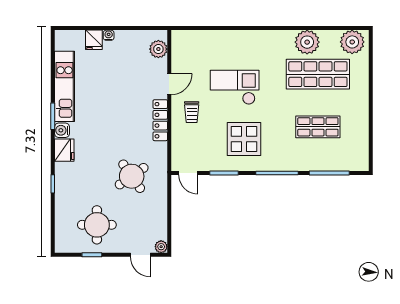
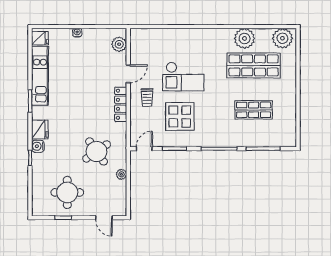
fridge: (94, 40) -> (40, 38), moved, turned -90
checkout: (235, 87) -> (183, 77), turned 180
water cooler: (62, 130) -> (38, 146), moved
display table: (244, 139) -> (180, 117), moved
door: (188, 173) -> (144, 149), swing flipped
plant: (161, 247) -> (121, 174), moved

